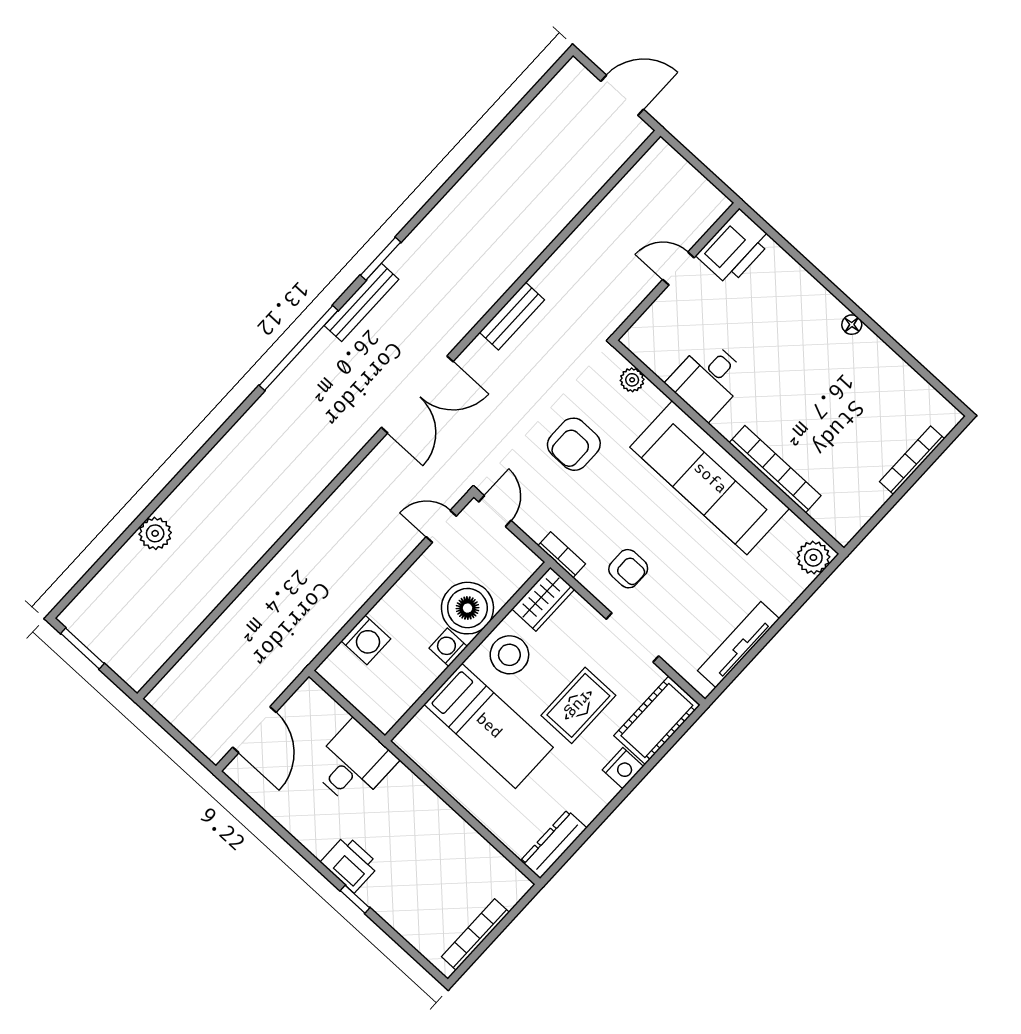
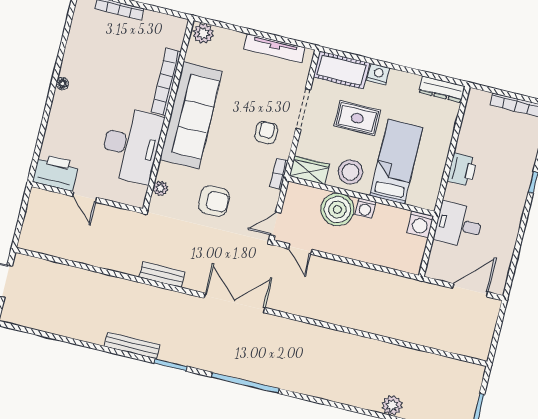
bench: (361, 302) -> (132, 345), moved
desk: (708, 380) -> (131, 145), width x1.87, depth x1.30
washing machine: (366, 640) -> (420, 224), moved, turned 180
printer: (350, 864) -> (462, 170), moved, turned 180

